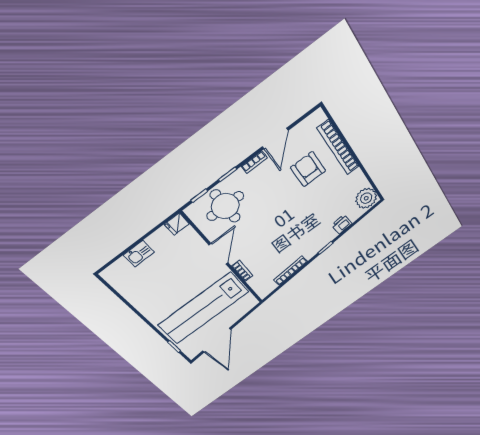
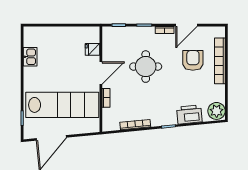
round table: (225, 206) -> (146, 67), moved
fridge: (177, 224) -> (93, 49), moved
printer: (342, 224) -> (189, 114), width x1.87, depth x1.48
kitchen sink: (139, 254) -> (30, 57), moved, turned -90
lab bench: (203, 308) -> (62, 105), turned 180

